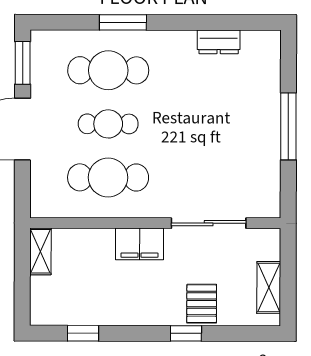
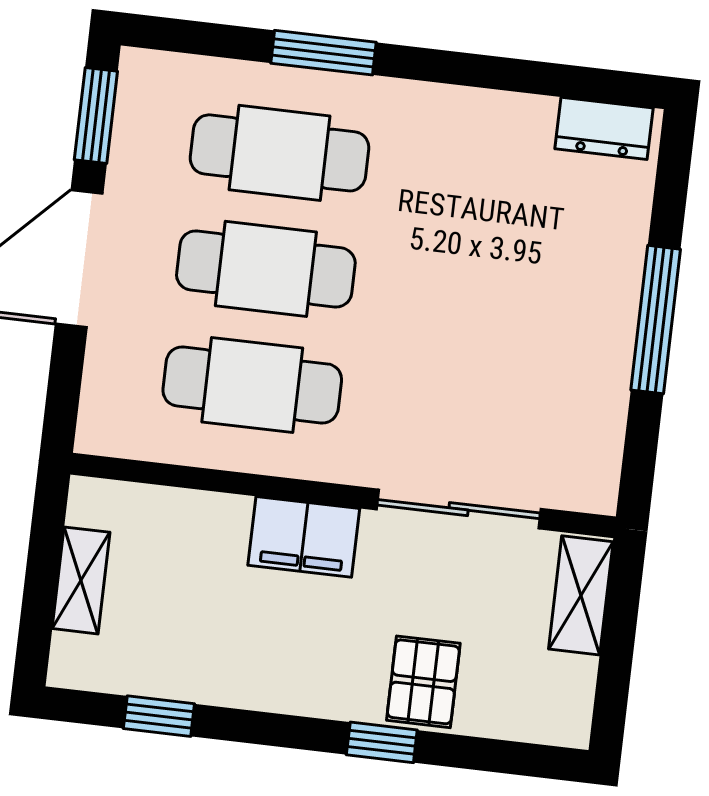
dresser: (219, 42) -> (604, 128), moved
cafe table: (108, 124) -> (266, 269), width x1.37, depth x1.35
shelving: (40, 251) -> (81, 580), moved
shelving: (269, 288) -> (581, 595), moved

